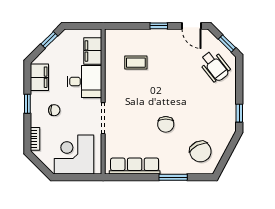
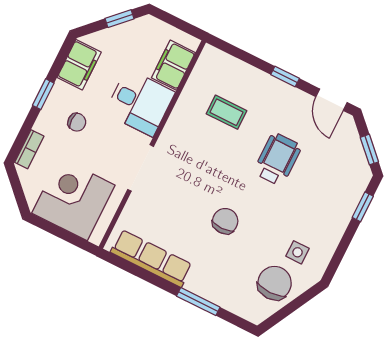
wheelchair: (215, 66) -> (277, 159), moved, turned -142
window: (239, 113) -> (363, 207), moved
side table: (215, 122) -> (298, 252), added
chair: (166, 124) -> (225, 221), turned 180
chair: (200, 151) -> (275, 283), moved, turned -153

